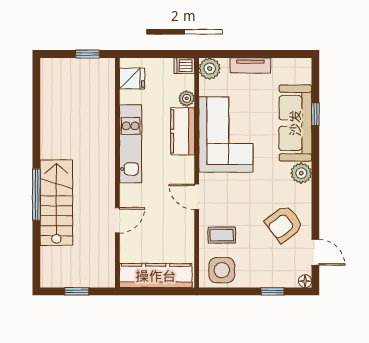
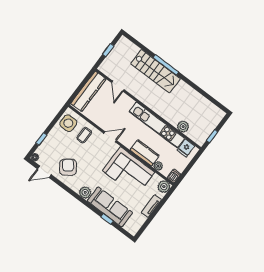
plant: (105, 105) -> (183, 127), added
kitchen unit: (131, 144) -> (157, 125), width x1.36
door: (117, 220) -> (118, 86), moved

